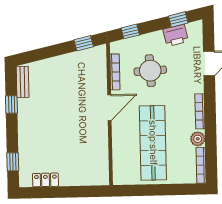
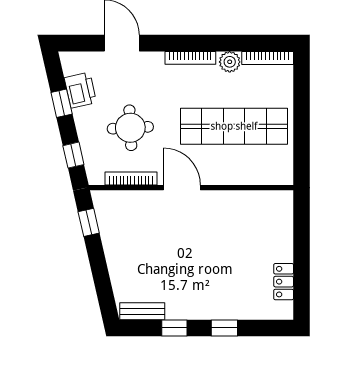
window: (178, 19) -> (62, 103), moved
window: (13, 162) -> (224, 328), moved

